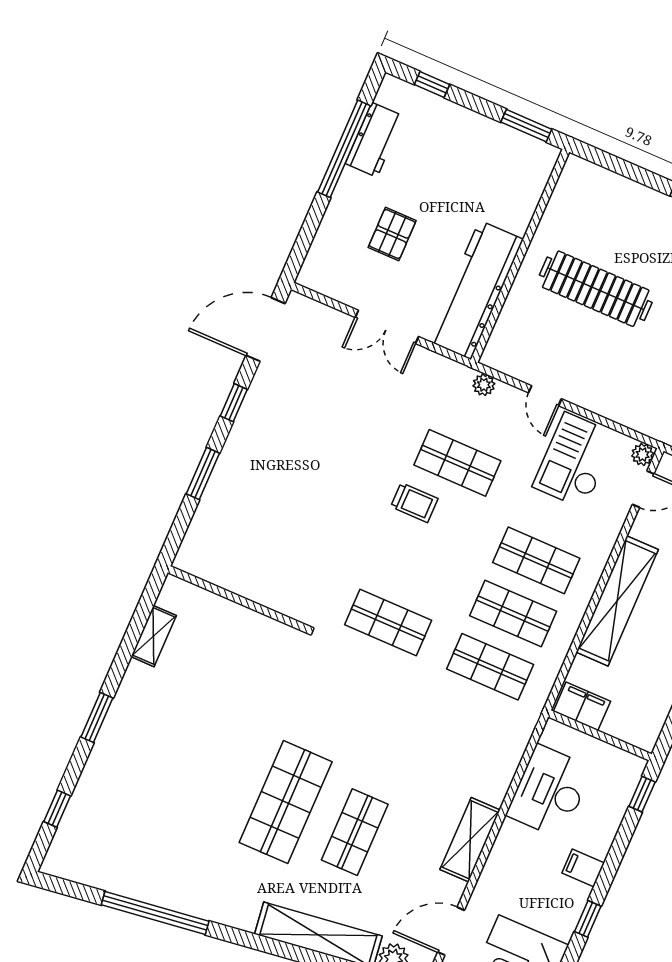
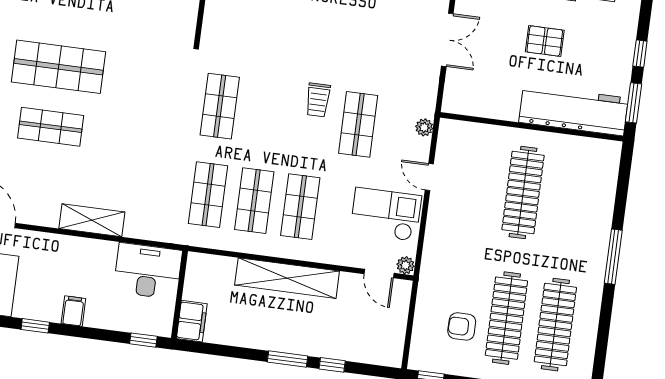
window: (432, 85) -> (640, 54), moved
pallet: (392, 234) -> (545, 41), moved
workbench: (475, 290) -> (574, 110), moved
double door: (387, 327) -> (447, 40), swing flipped
door: (545, 396) -> (429, 177), hinge flipped
filing cabinet: (582, 706) -> (192, 321), moved
desk: (549, 791) -> (148, 271), moved
shelving: (470, 840) -> (92, 220), moved

